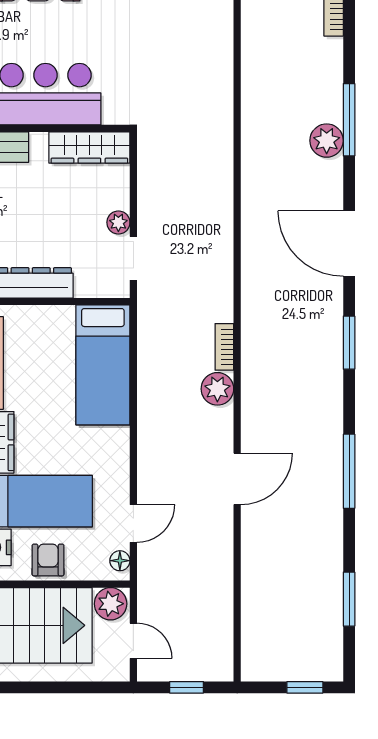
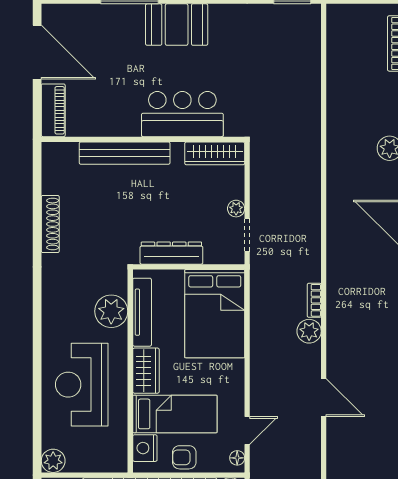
bed: (103, 365) -> (215, 314), width x1.50
door: (237, 479) -> (324, 398), hinge flipped
armchair: (48, 560) -> (184, 457), turned -90

